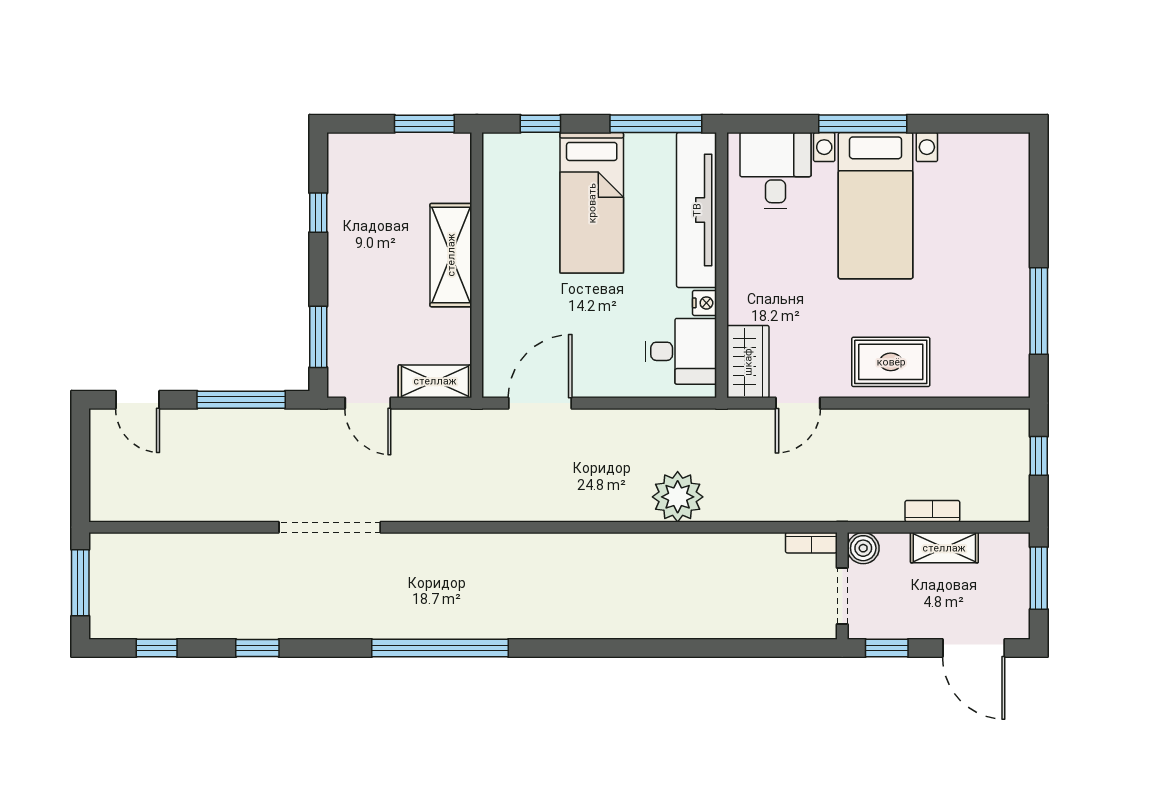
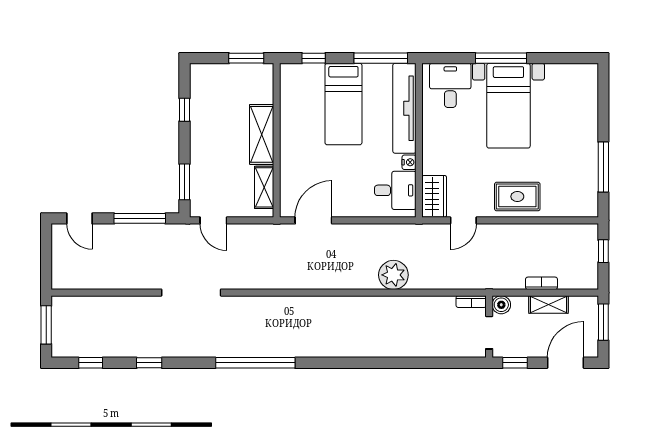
shelving: (435, 381) -> (264, 187), moved, turned 90
door: (974, 648) -> (565, 363), swing flipped

